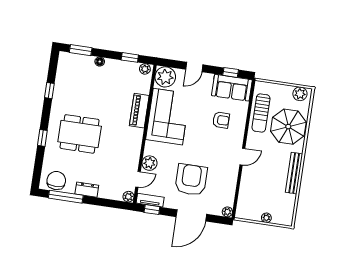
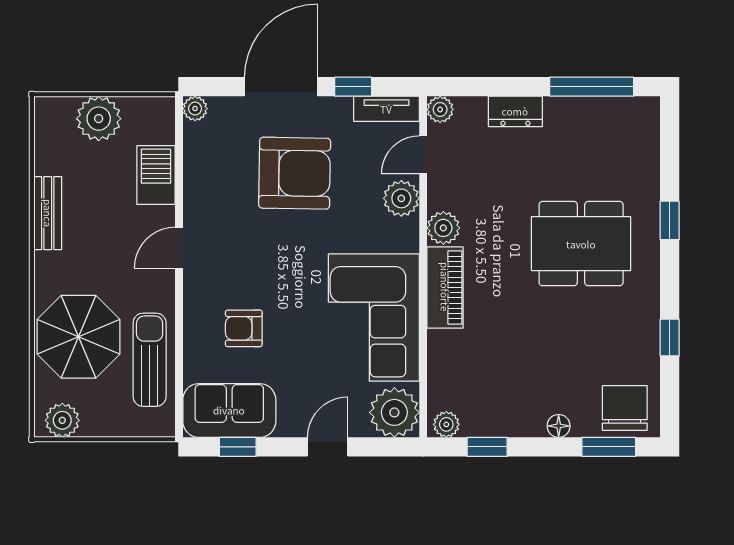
piano: (139, 111) -> (445, 287), moved
plant: (134, 149) -> (443, 228), added
bench: (294, 173) -> (48, 213), width x0.73
armchair: (191, 180) -> (295, 173), turned -89
chair: (56, 181) -> (625, 408), moved, turned 180
barbecue: (247, 187) -> (156, 175), added
dresser: (87, 190) -> (515, 111), moved
window: (152, 210) -> (353, 87), moved
plant: (266, 218) -> (99, 119), width x1.87, depth x1.87

